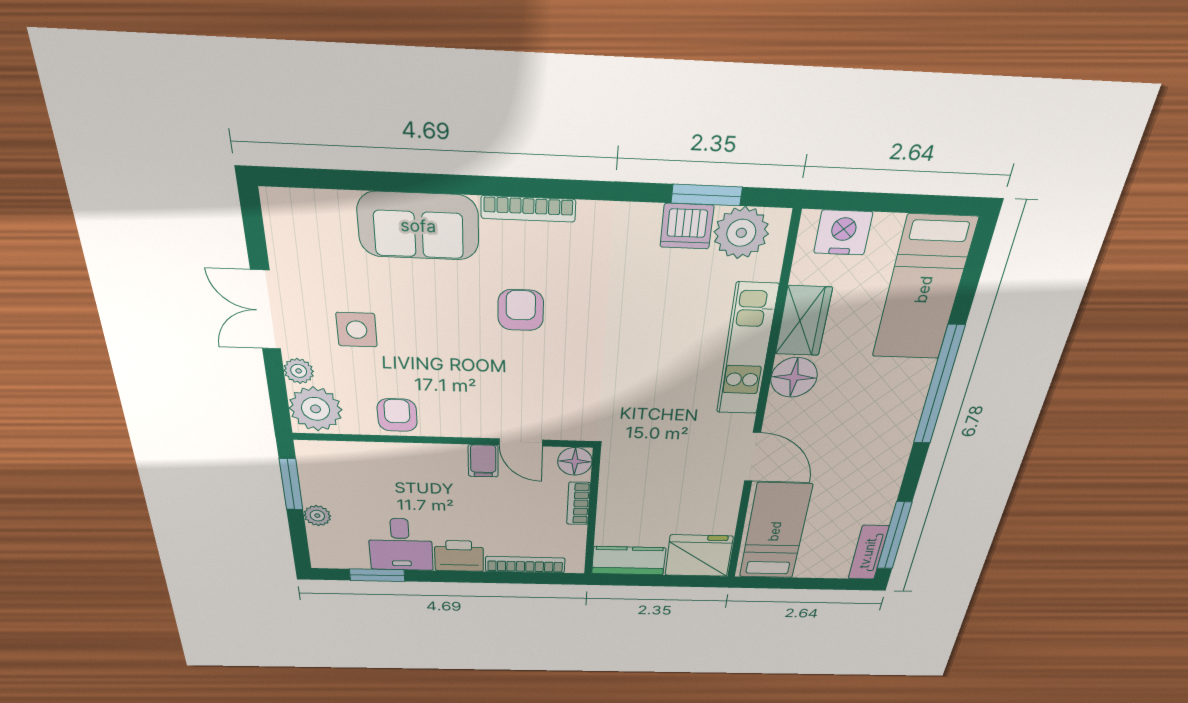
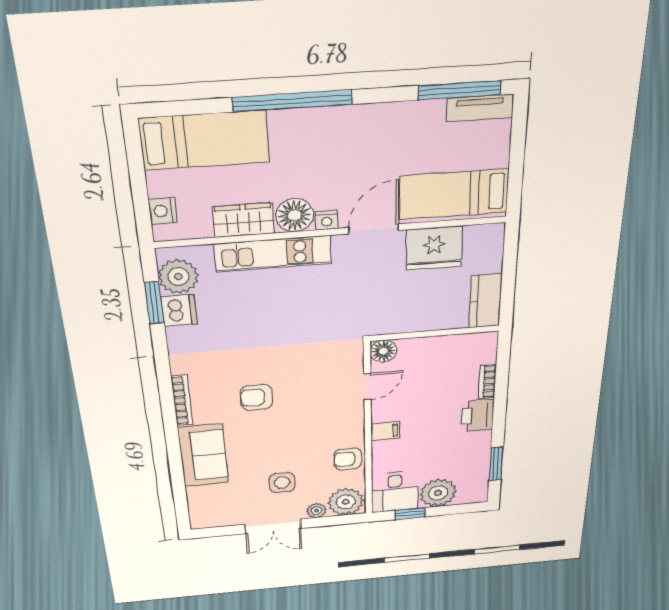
nightstand: (843, 233) -> (163, 211), width x0.74, depth x0.75
nightstand: (777, 410) -> (327, 220), added
filing cabinet: (483, 461) -> (385, 431), moved
window: (291, 484) -> (410, 514), width x0.67
bookcase: (578, 503) -> (425, 344), removed
plant: (317, 516) -> (438, 493), width x1.88, depth x1.88
desk: (401, 545) -> (395, 492), moved, turned 90
fridge: (699, 556) -> (434, 248), moved, turned -90
bookcase: (525, 565) -> (487, 381), width x0.64

